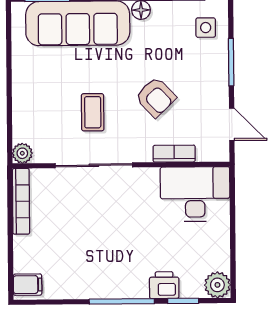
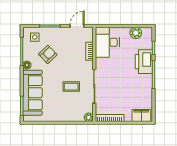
armchair: (156, 97) -> (48, 54), moved
filing cabinet: (28, 285) -> (141, 116), width x2.00
printer: (164, 285) -> (144, 62), width x1.87, depth x1.48
plant: (217, 285) -> (136, 33), moved

